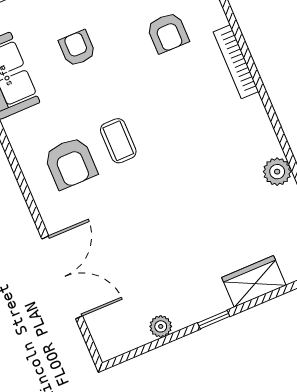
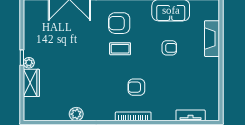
armchair: (168, 33) -> (136, 87), moved
plant: (161, 326) -> (29, 63), moved

